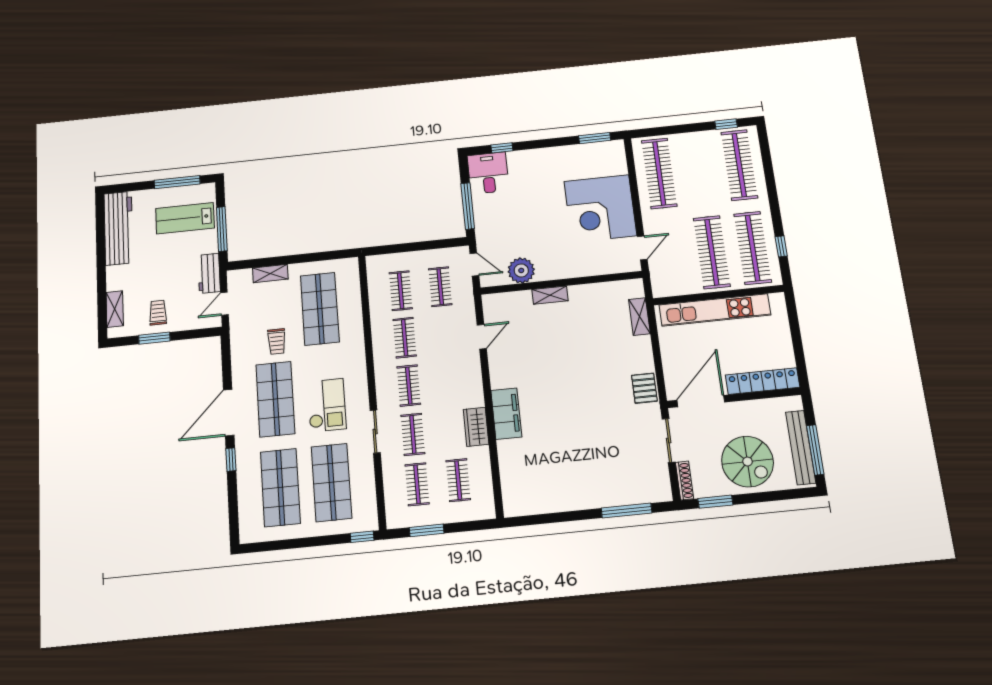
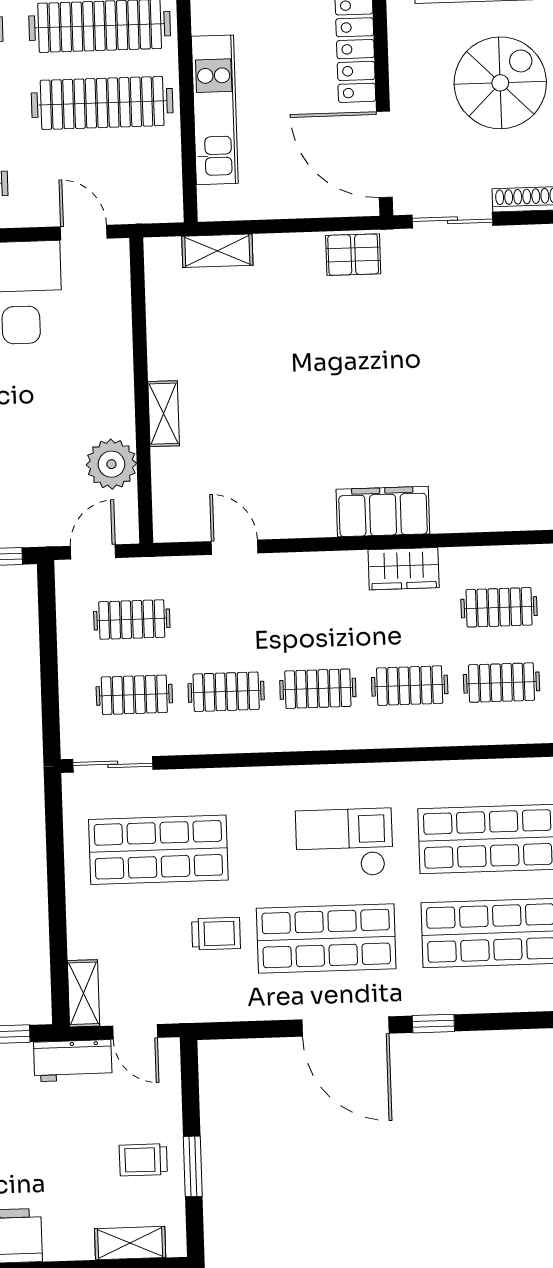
shelving: (270, 273) -> (83, 993), moved
kitchen unit: (715, 310) -> (215, 110), width x0.73
sliding door: (375, 432) -> (113, 764), moved

